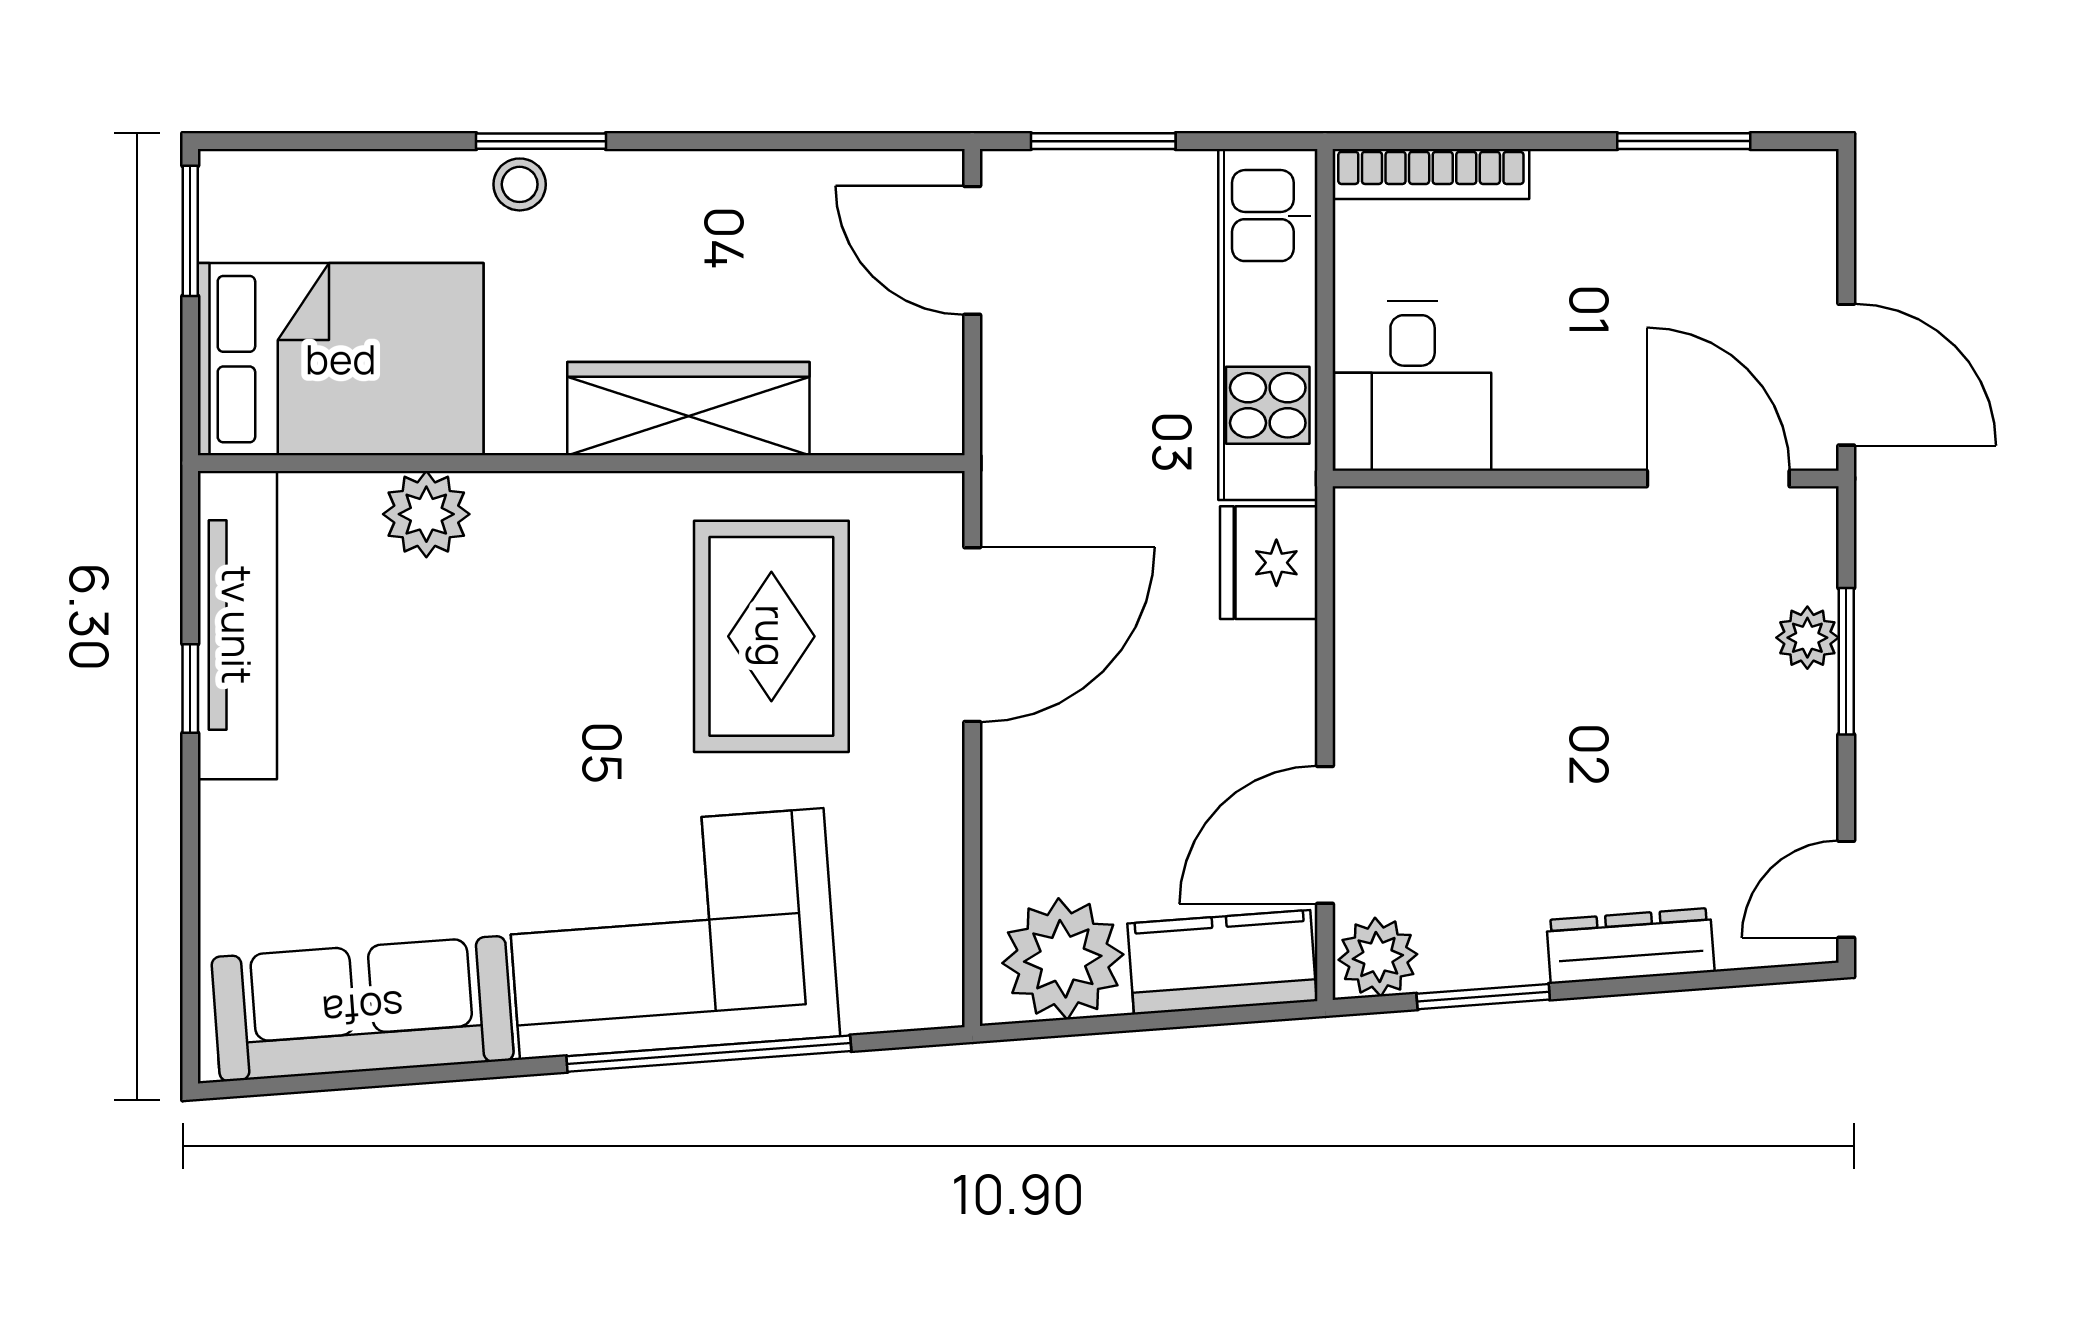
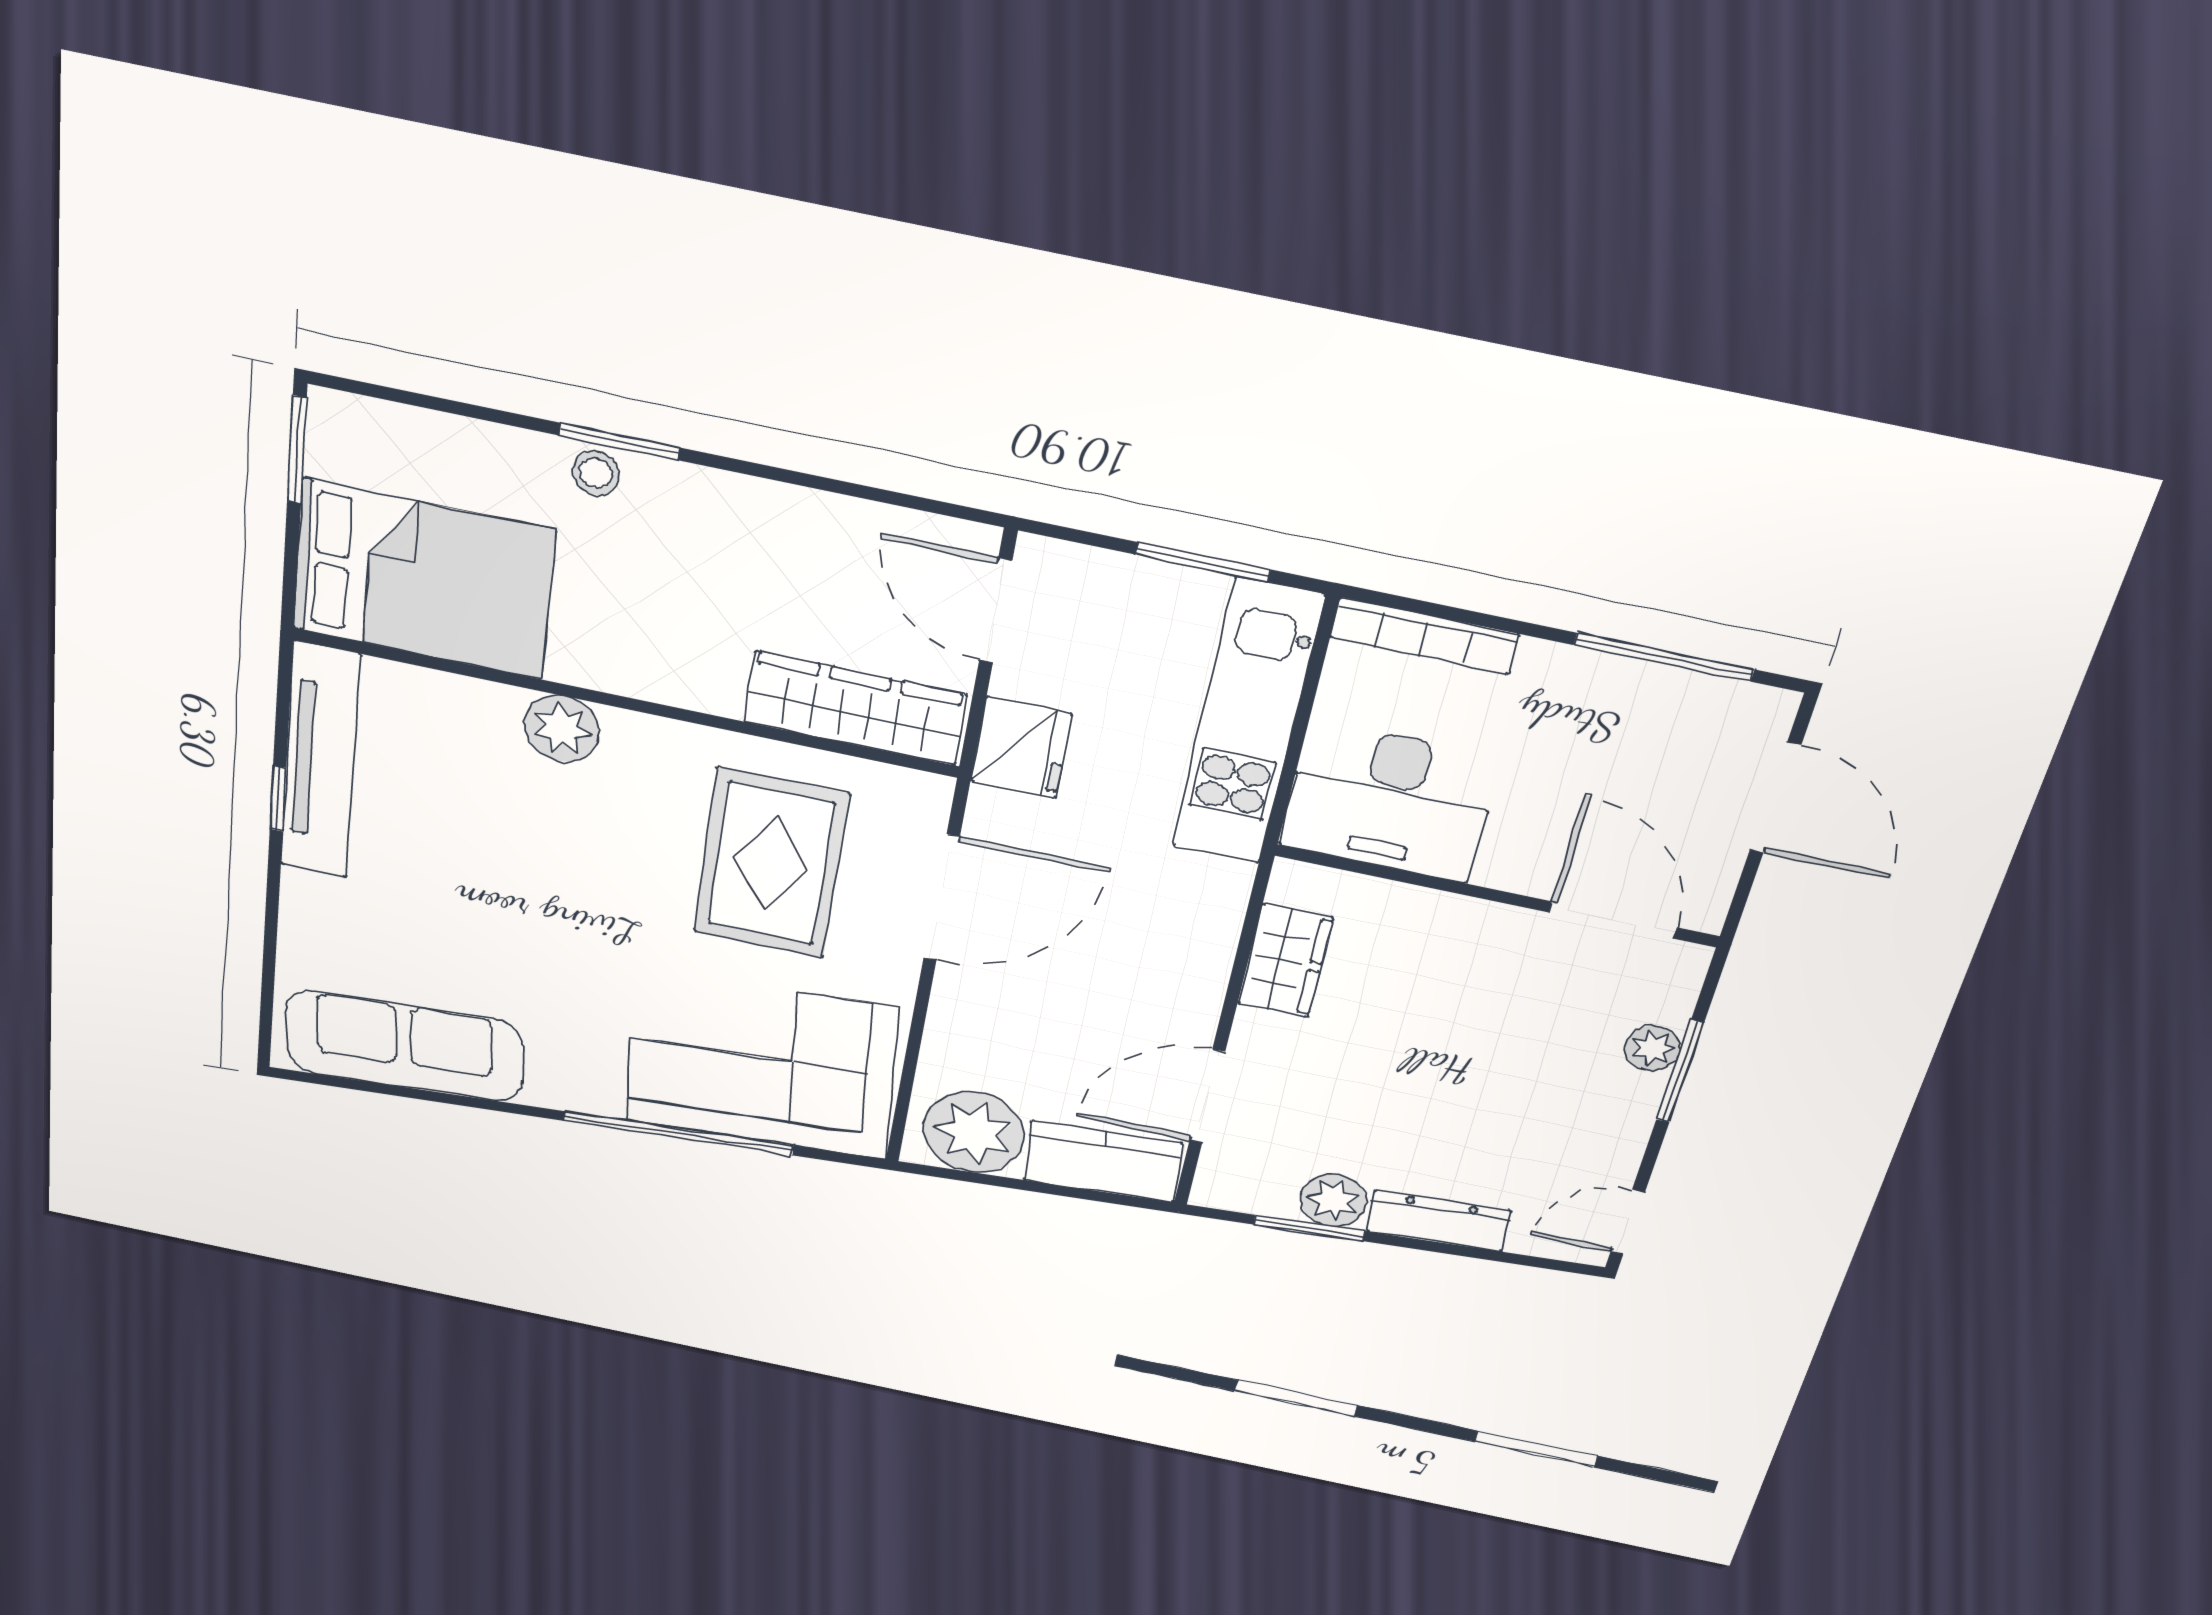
window: (1103, 141) -> (1203, 562), moved
window: (1684, 141) -> (1664, 657), width x1.44
door: (1846, 375) -> (1775, 798), moved
desk: (1413, 386) -> (1390, 802), width x1.37
wardrobe: (688, 409) -> (855, 708), moved
plant: (426, 514) -> (562, 729), moved
fridge: (1269, 563) -> (1021, 747), moved, turned 180
wardrobe: (1374, 623) -> (1285, 961), added
corner sofa: (672, 934) -> (761, 1065), moved
plant: (1378, 957) -> (1334, 1200), moved

